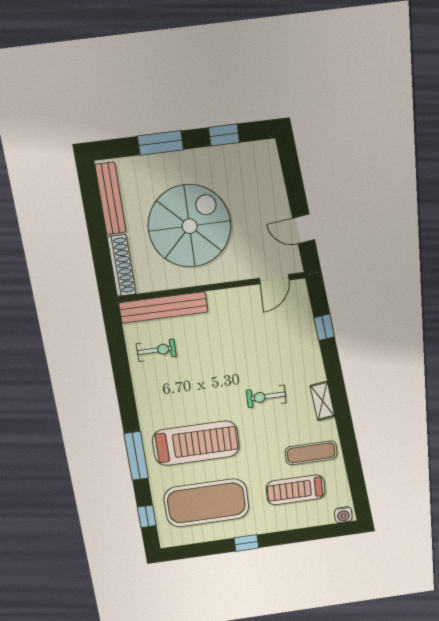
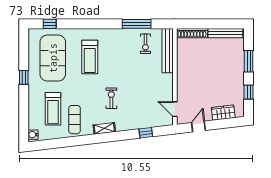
wardrobe: (271, 183) -> (223, 113), added
spiral stairs: (190, 226) -> (207, 70), removed
treadmill: (196, 443) -> (90, 57), width x0.73, depth x0.73
window: (136, 456) -> (137, 24), moved
treadmill: (296, 490) -> (53, 109), turned 180

